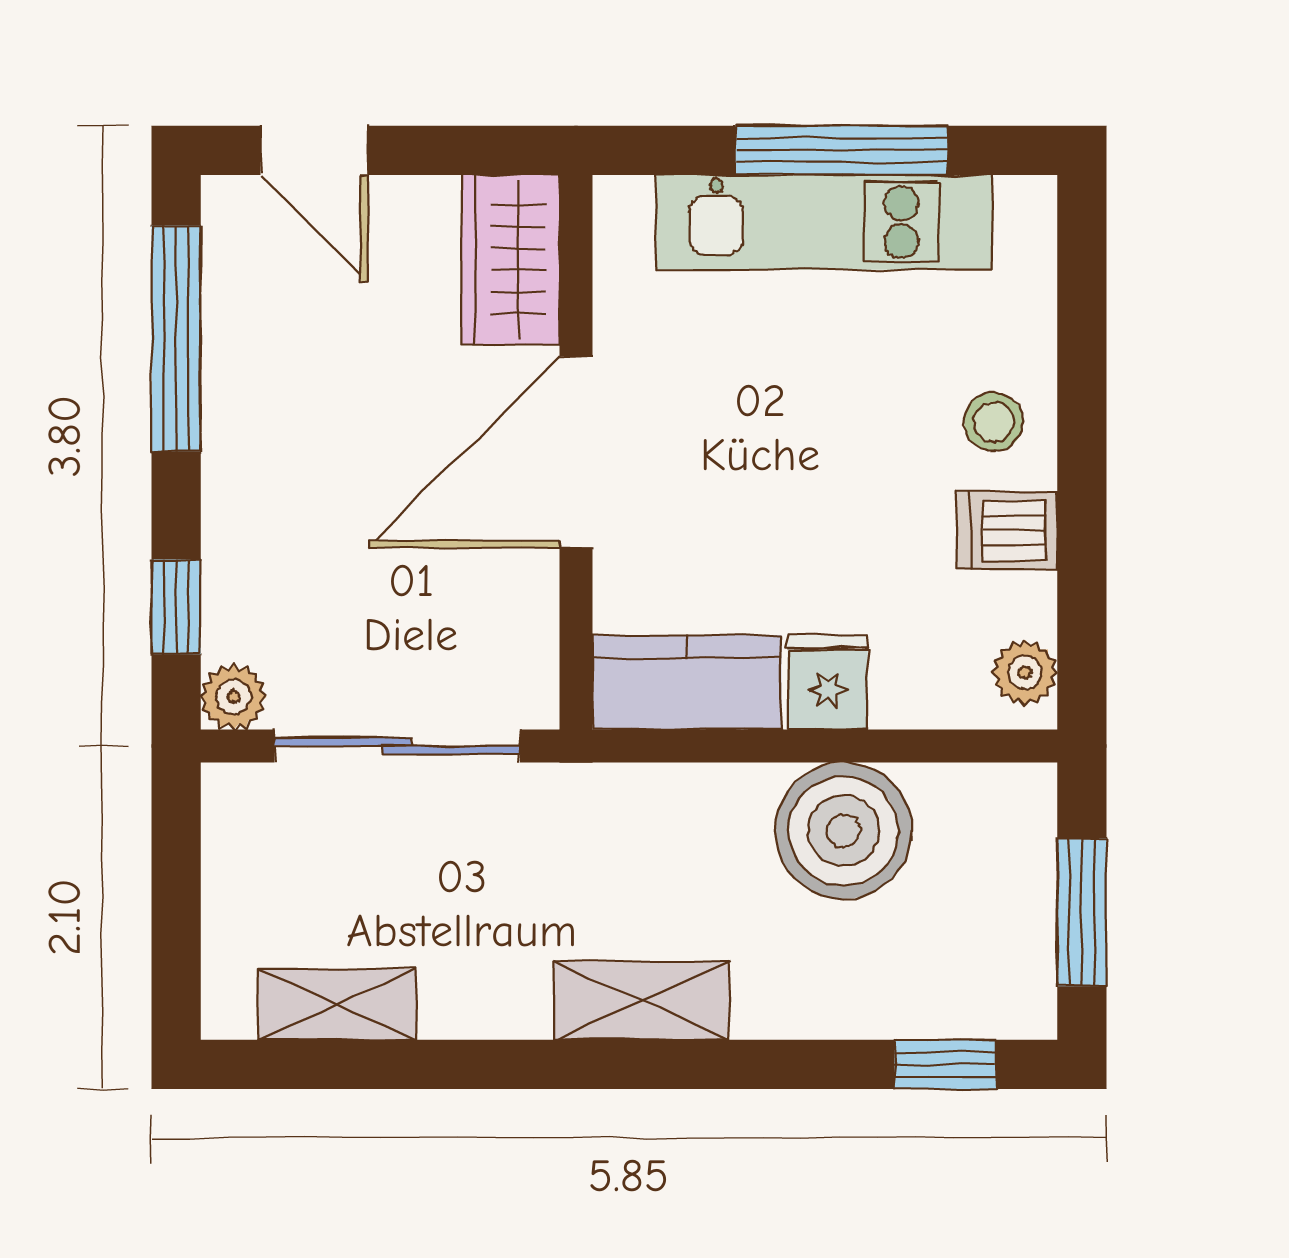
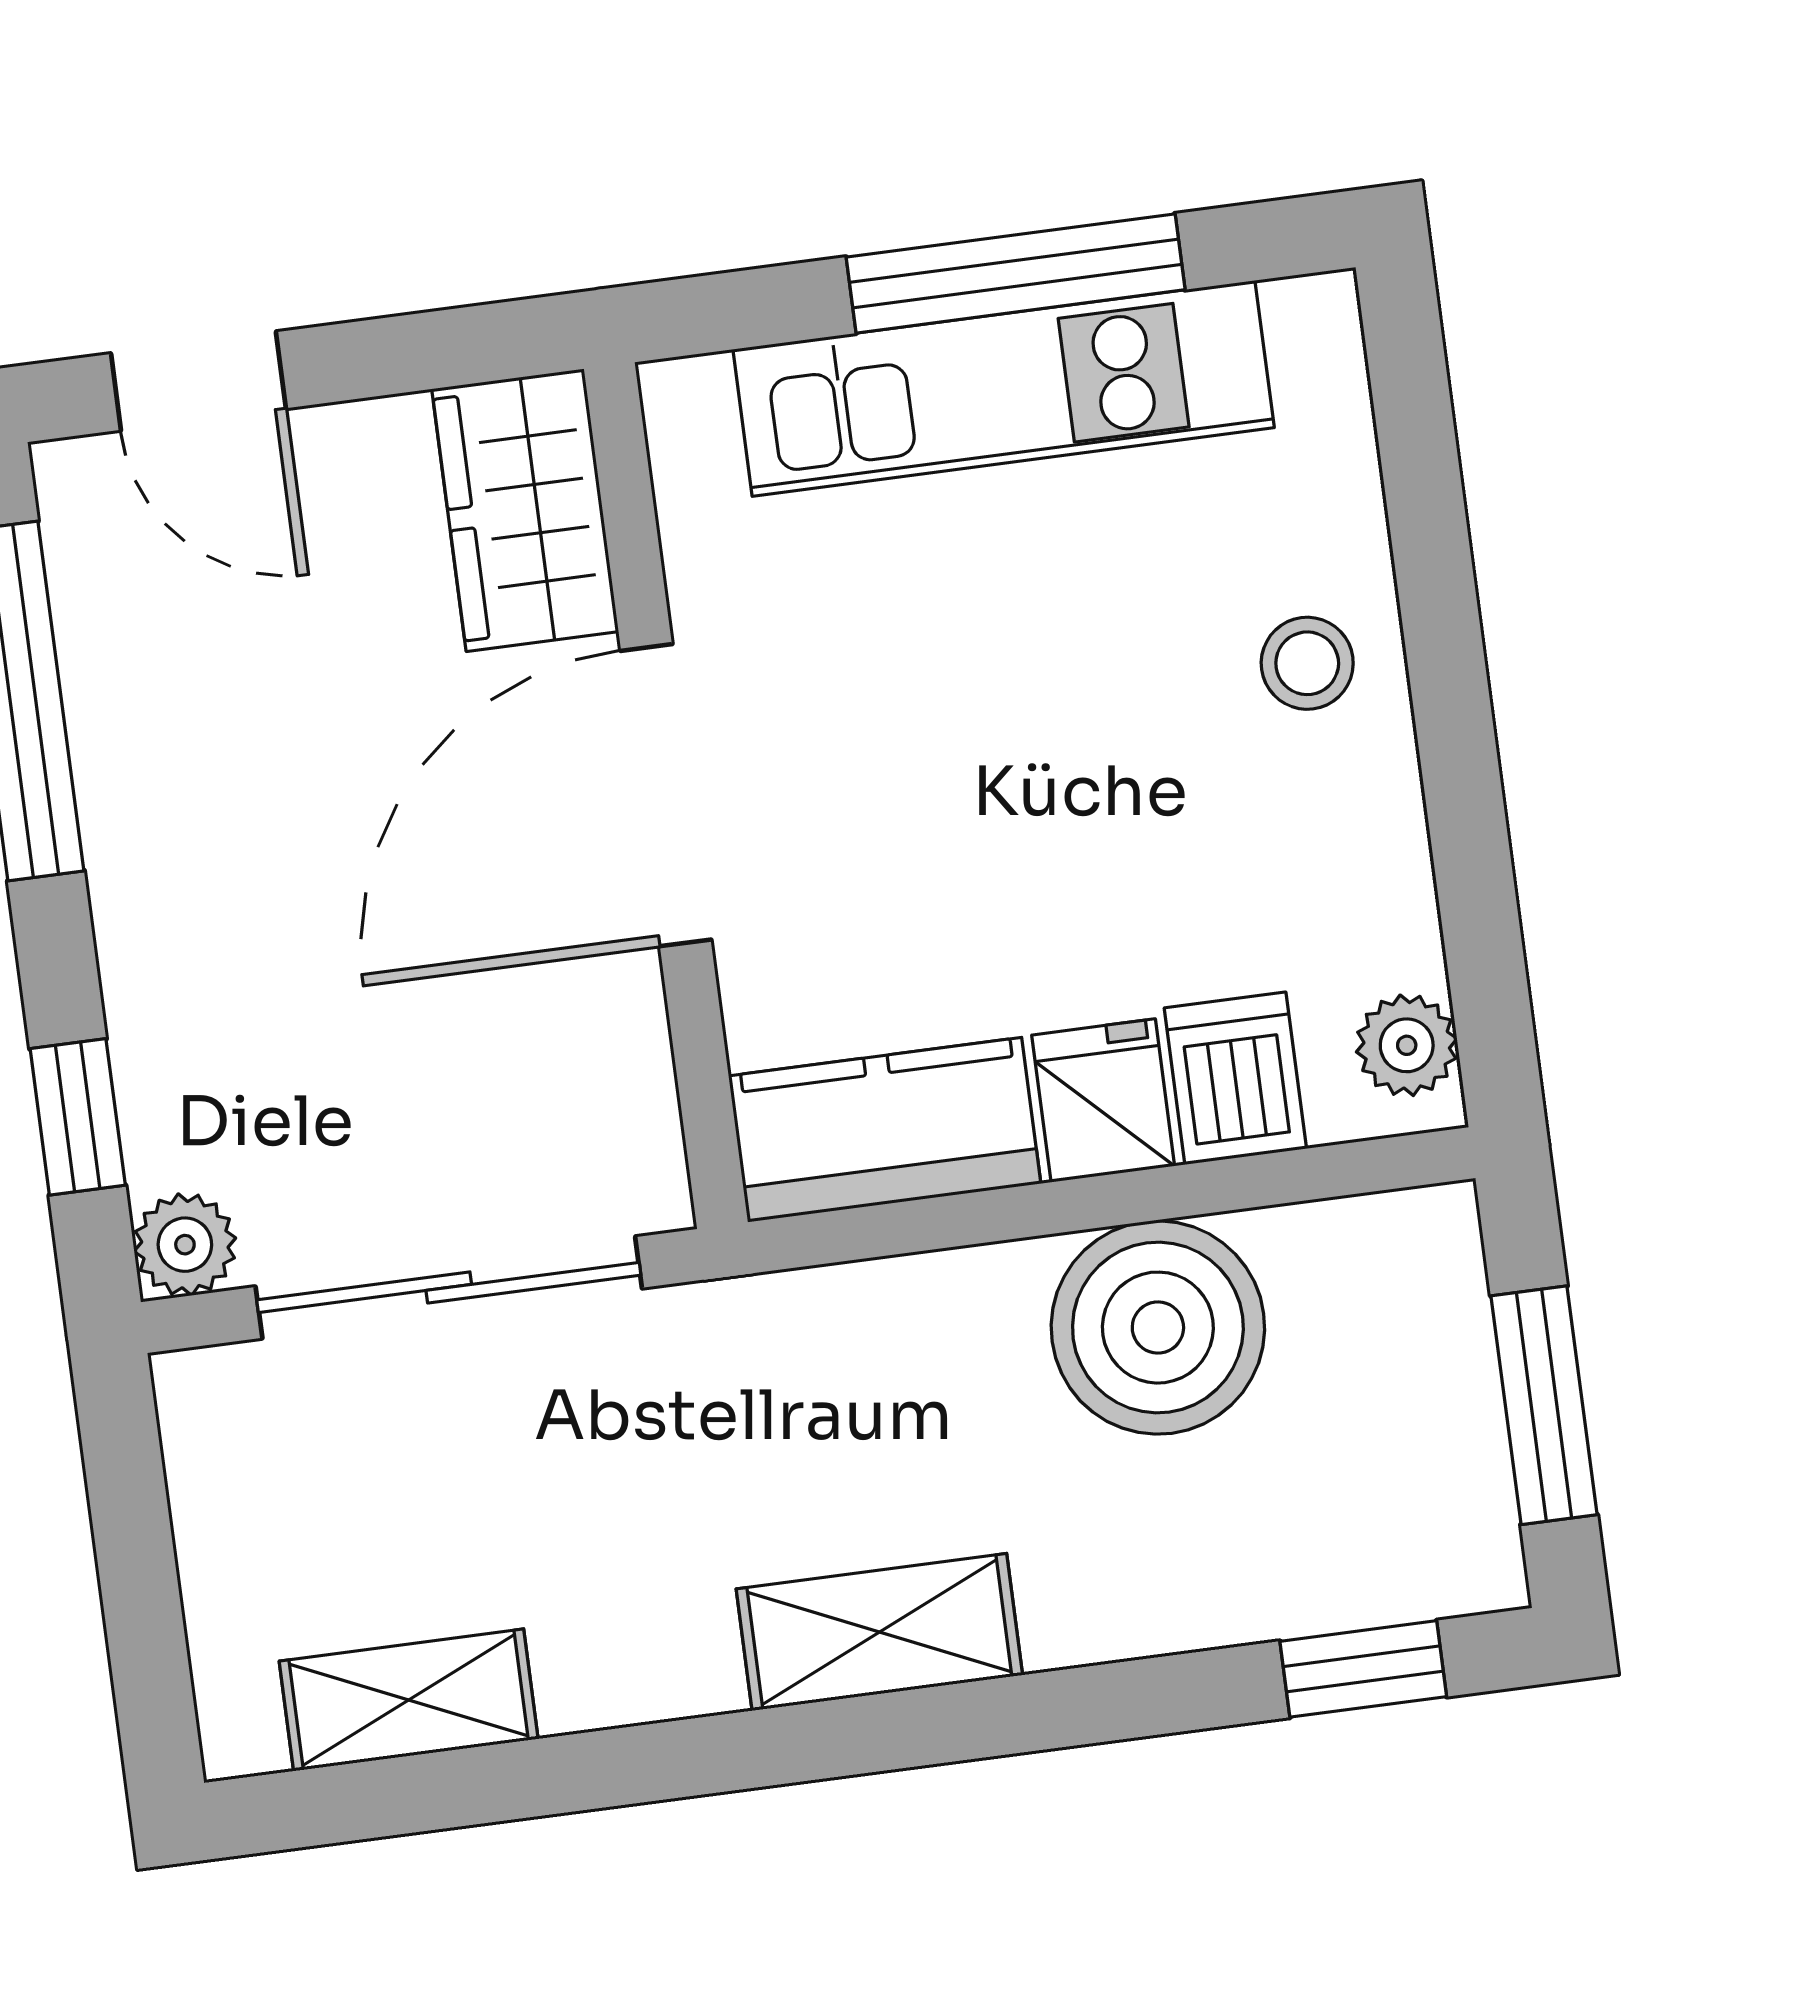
dishwasher: (1007, 530) -> (1235, 1078), moved, turned 90

